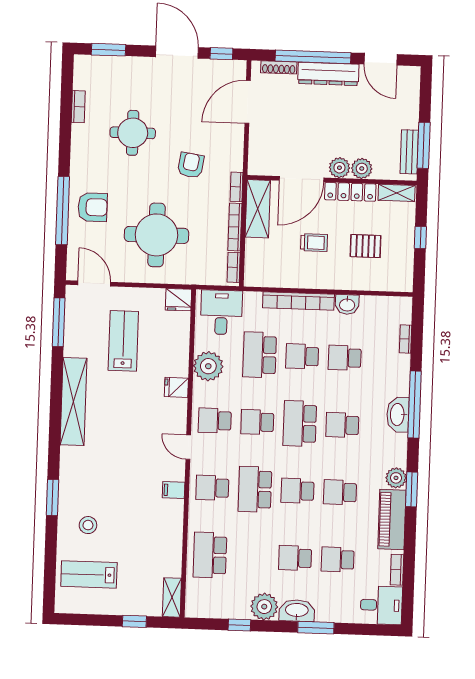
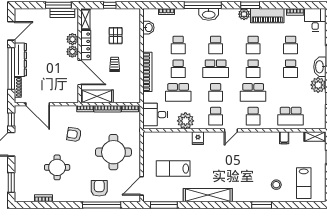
fridge: (178, 300) -> (149, 139), removed
washbasin: (347, 304) -> (148, 28), moved
filing cabinet: (174, 490) -> (284, 138), moved

